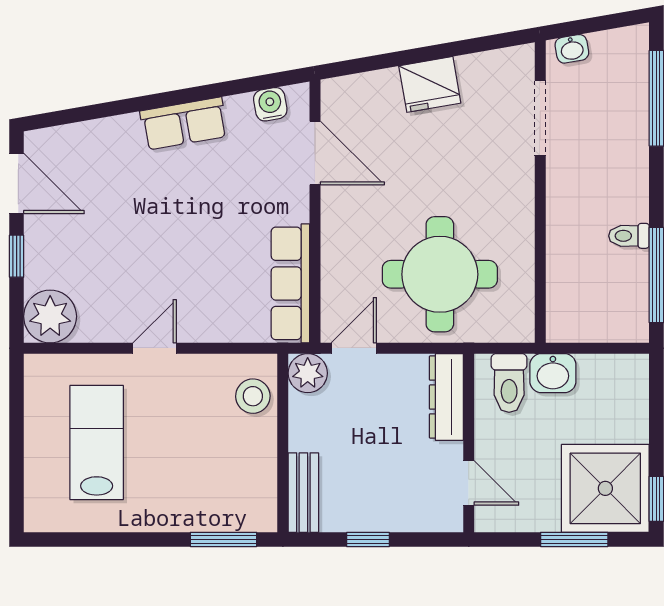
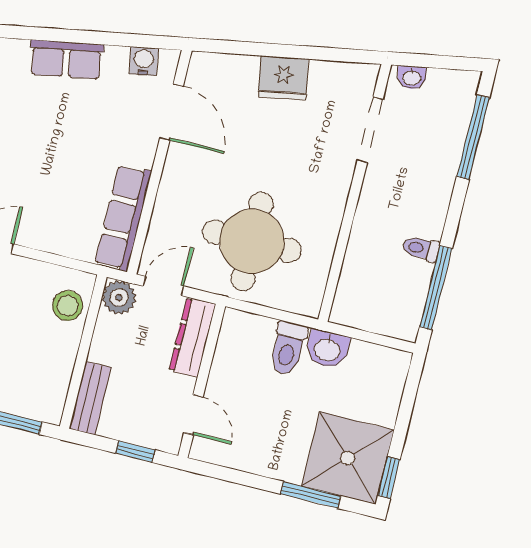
dresser: (446, 397) -> (192, 337), moved
wall: (469, 443) -> (202, 381), moved
door: (469, 483) -> (193, 415), moved

